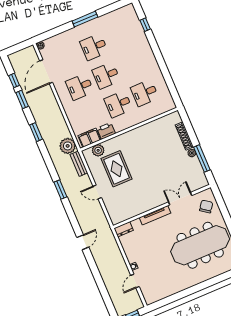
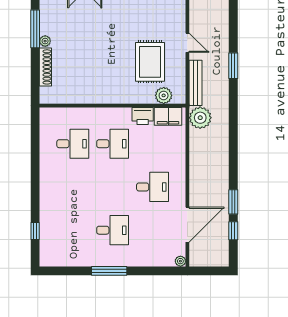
desk: (106, 76) -> (113, 187), removed
window: (36, 132) -> (233, 153), removed
bench: (79, 164) -> (196, 83), width x1.36

